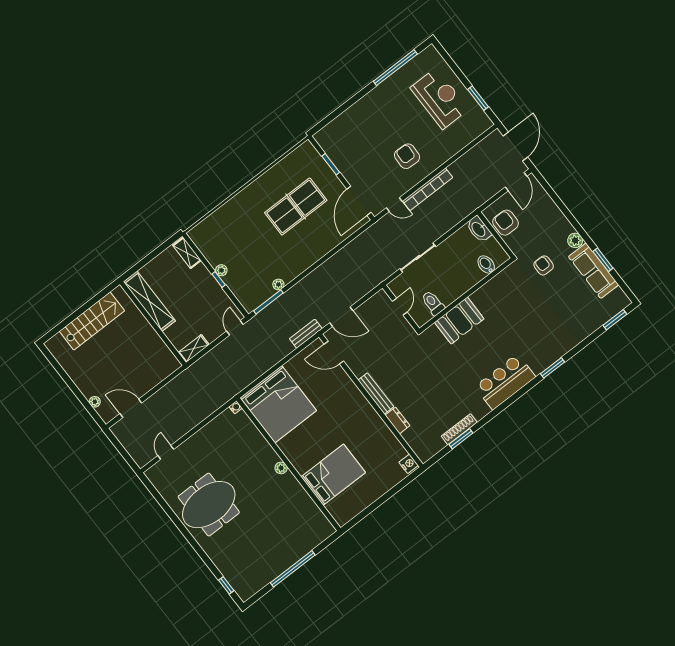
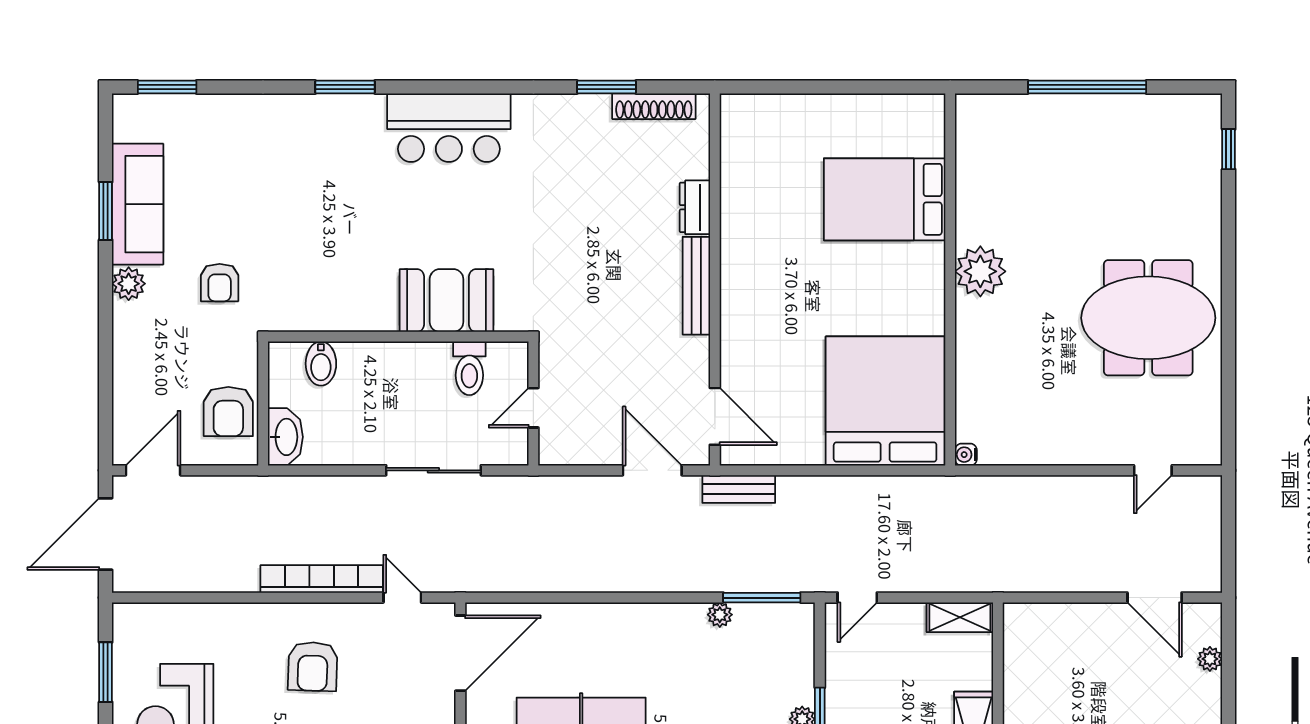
shoe rack: (459, 429) -> (654, 106), moved
nightstand: (409, 464) -> (735, 115), removed
plant: (281, 468) -> (980, 271), width x1.88, depth x1.88

